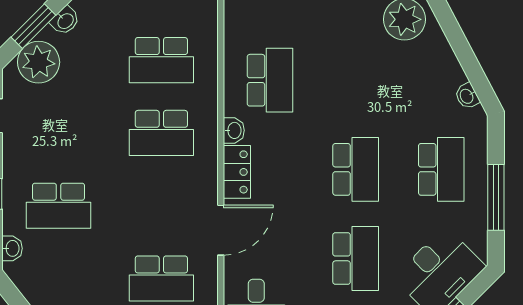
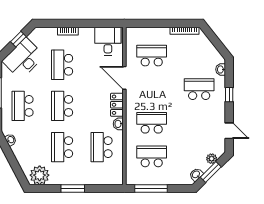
plant: (39, 62) -> (212, 159), width x0.53, depth x0.53
school desk: (356, 80) -> (62, 147), added
door: (221, 230) -> (124, 78), hinge flipped

